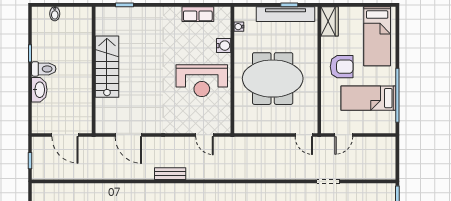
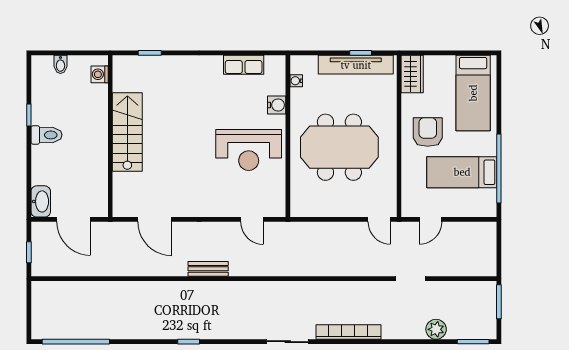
washing machine: (85, 22) -> (100, 74), added
armchair: (342, 67) -> (428, 132), turned -90
washbasin: (39, 90) -> (41, 201), moved

